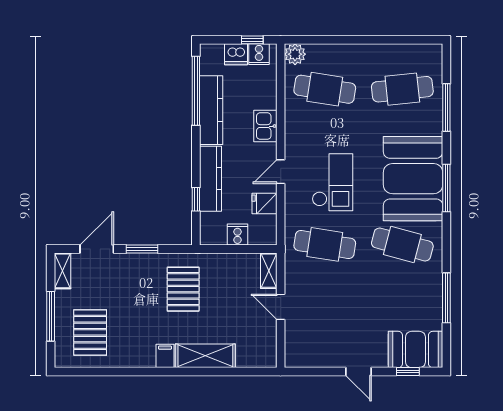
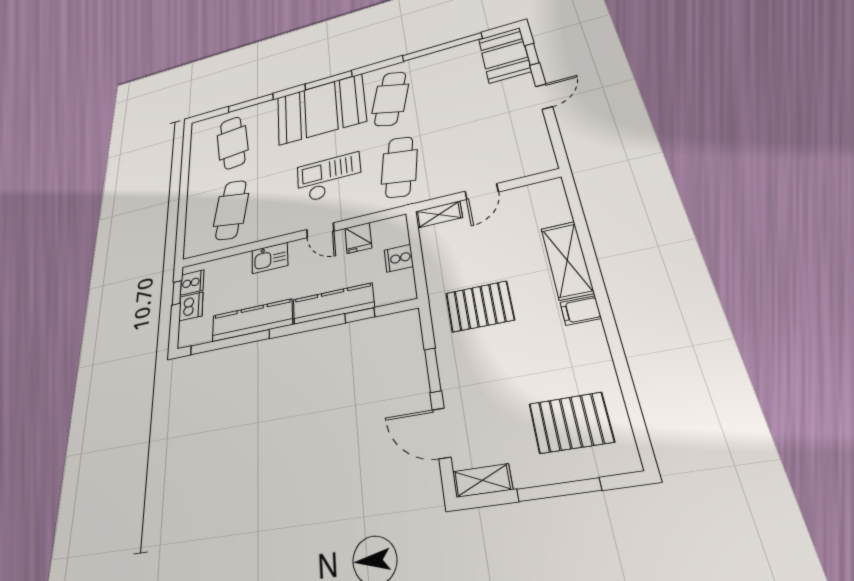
plant: (295, 54) -> (194, 247), removed
window: (446, 298) -> (442, 47), width x1.46

